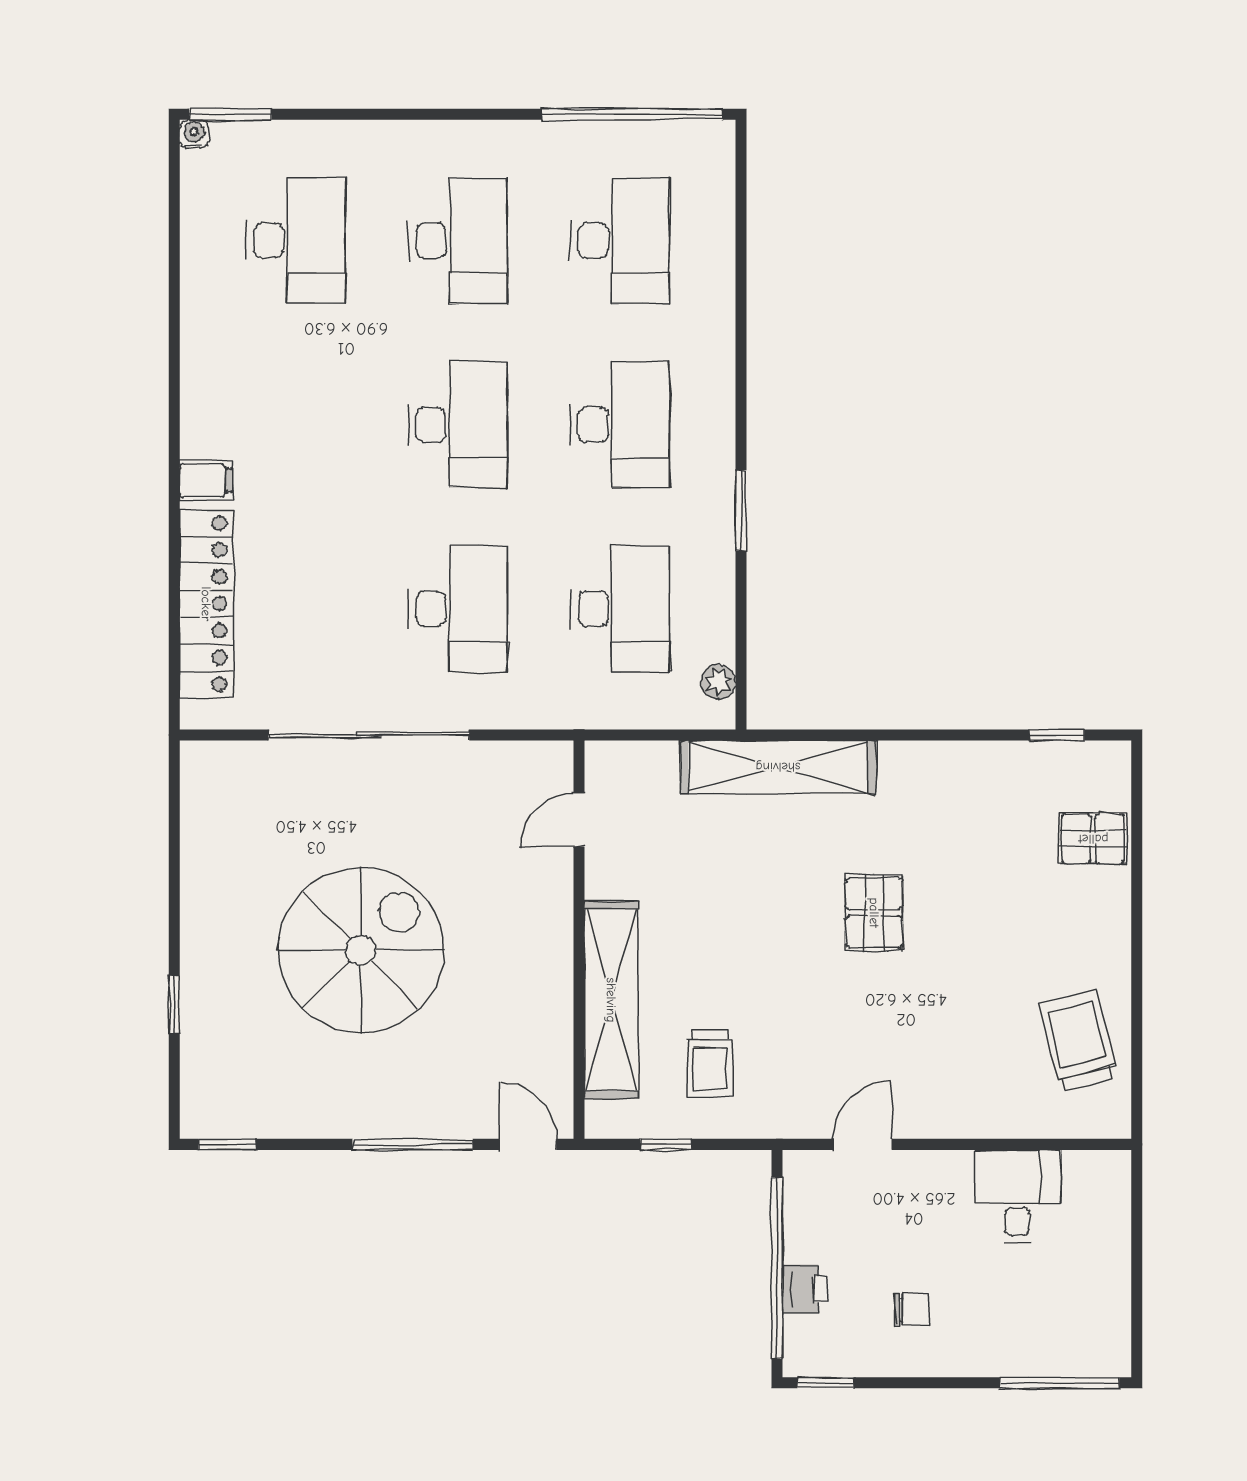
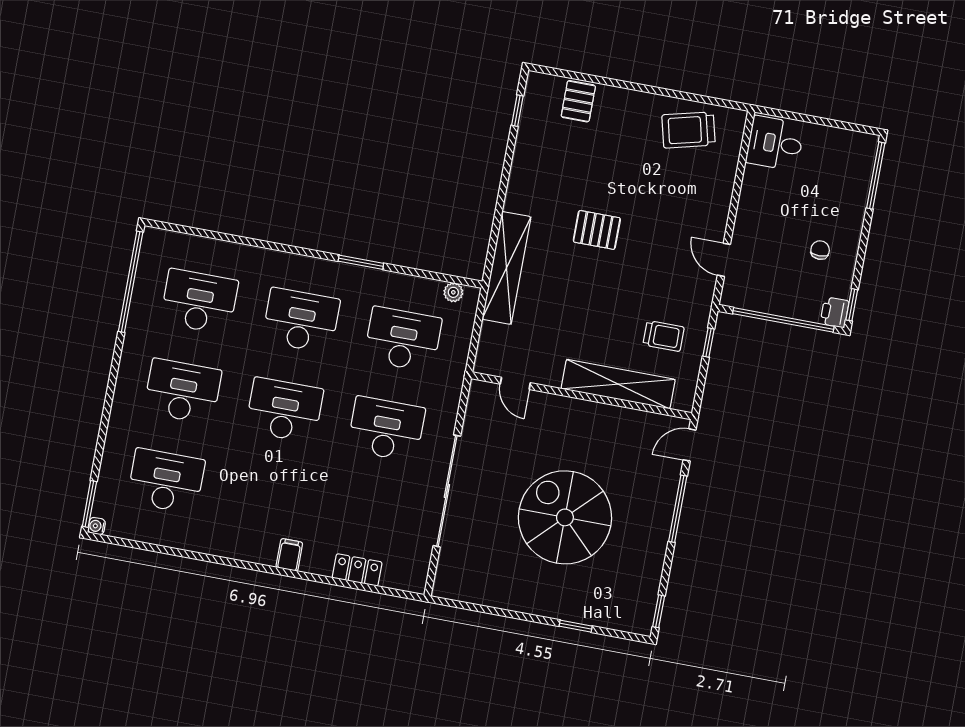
locker: (206, 604) -> (357, 570), width x0.46, depth x0.83
window: (666, 1144) -> (708, 343), moved
desk: (1017, 1196) -> (775, 143), moved
printer: (805, 1289) -> (835, 312), moved, turned -90

